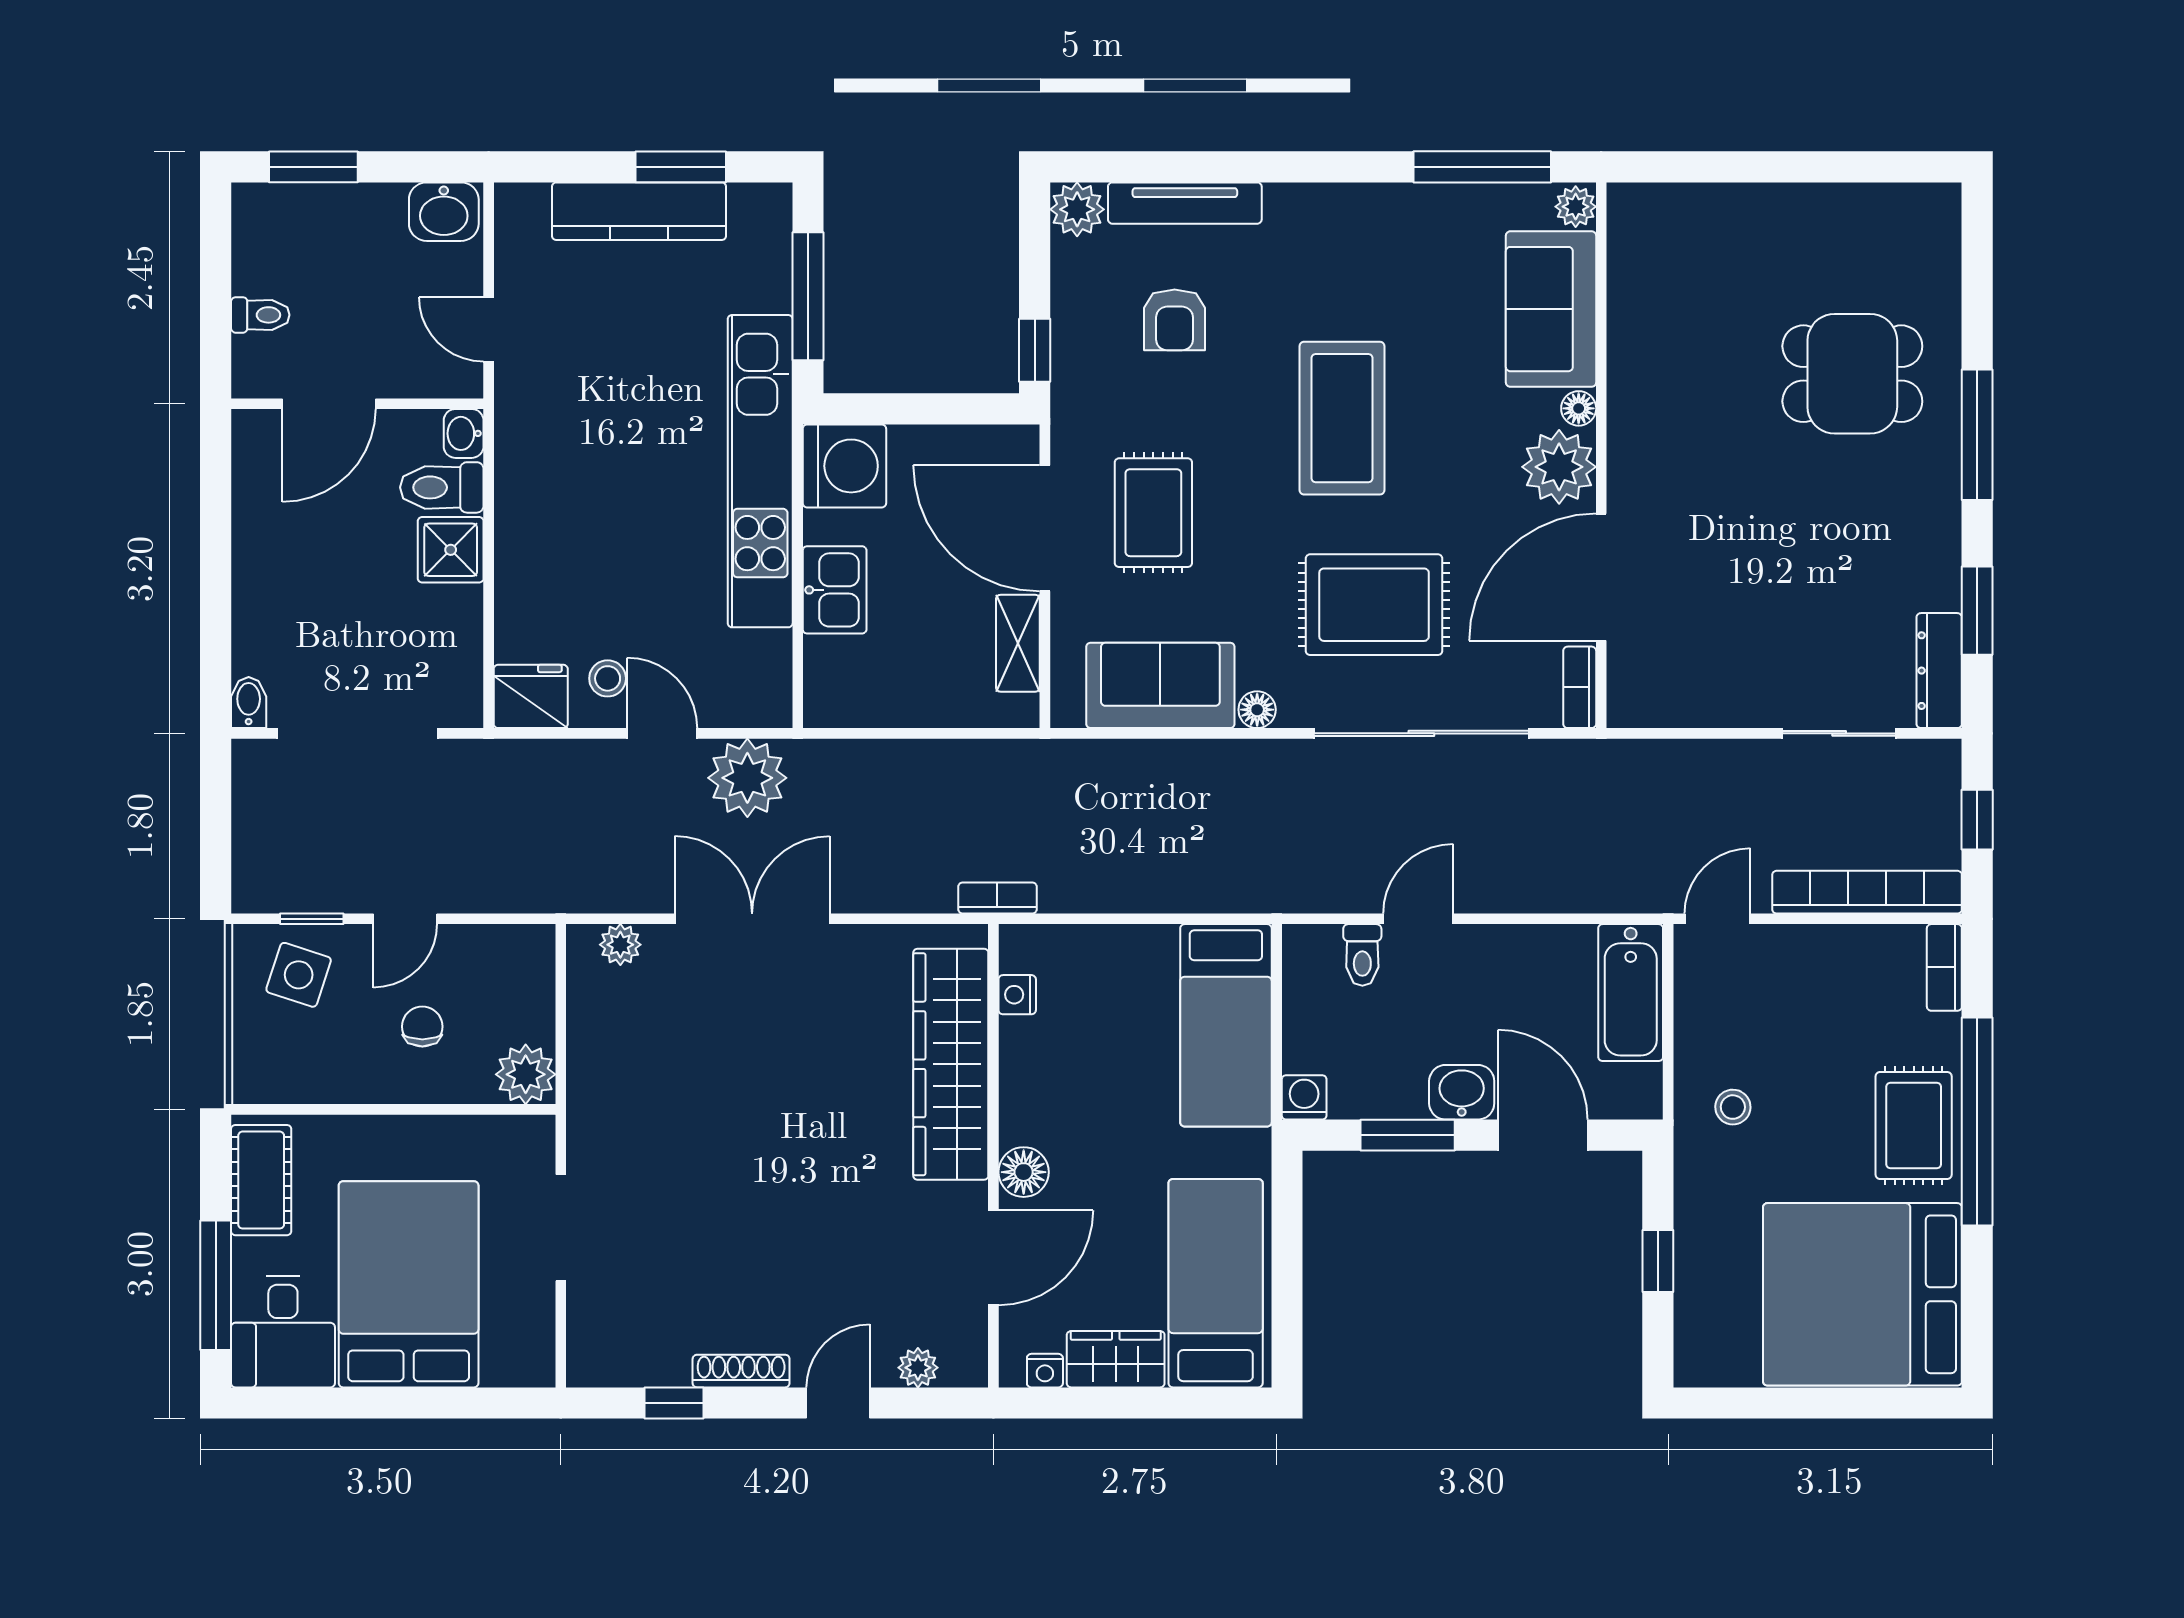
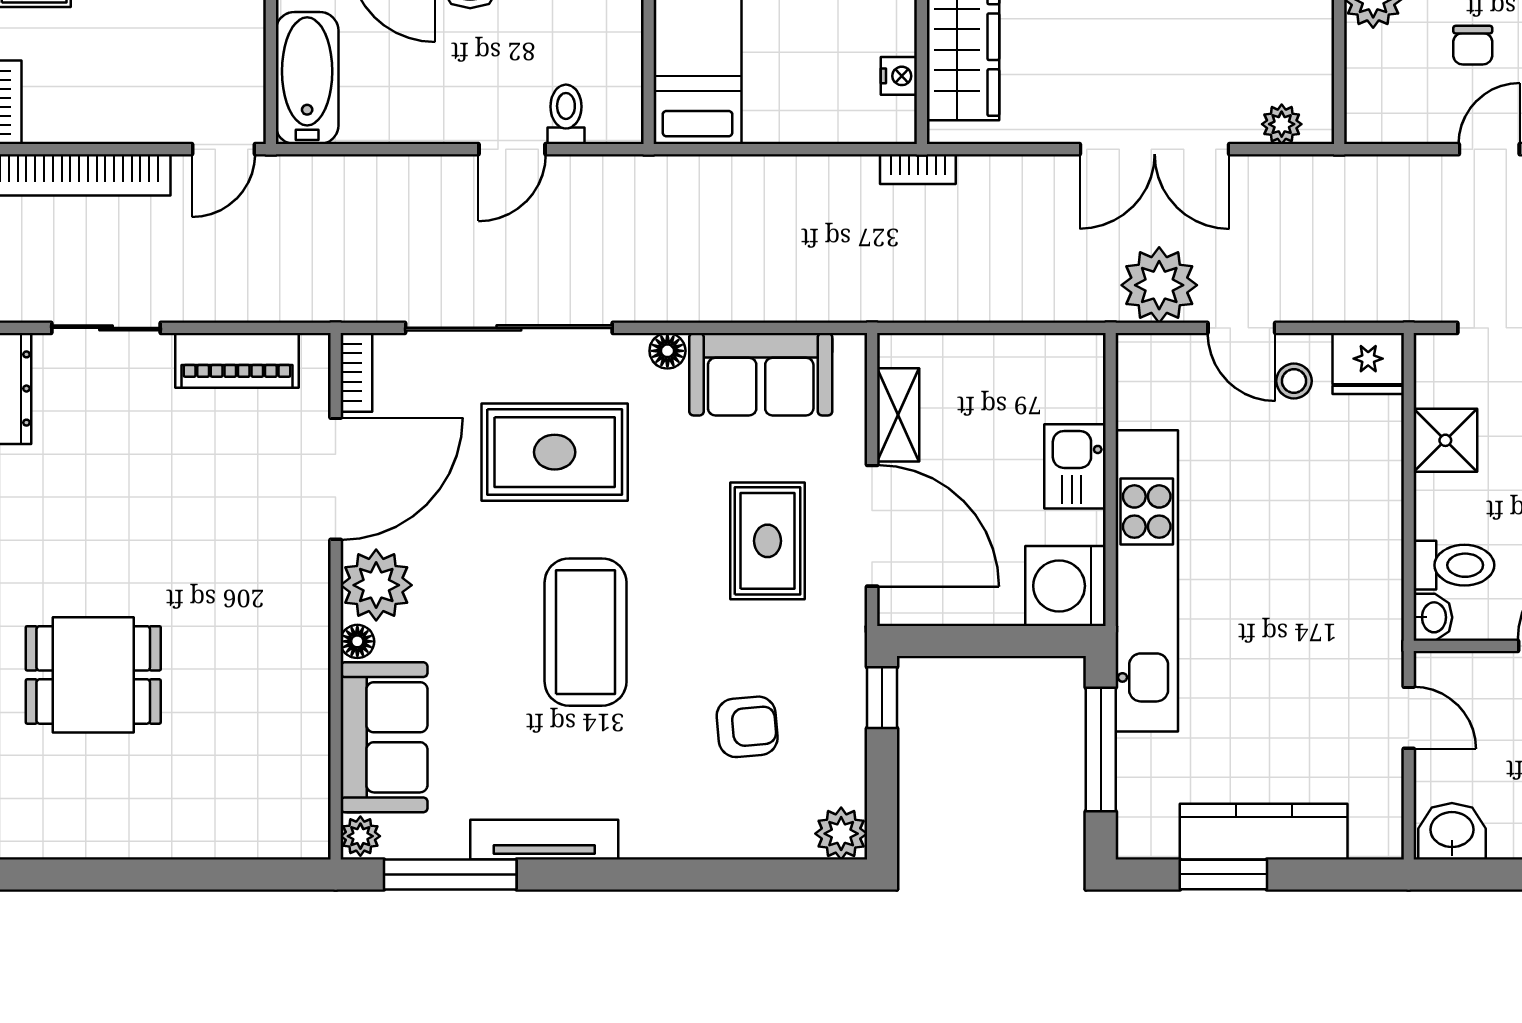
tv unit: (1185, 203) -> (544, 840), moved
armchair: (1175, 320) -> (747, 727), turned 85
shower: (451, 550) -> (1445, 440), moved
piano: (1703, 700) -> (237, 360), added

